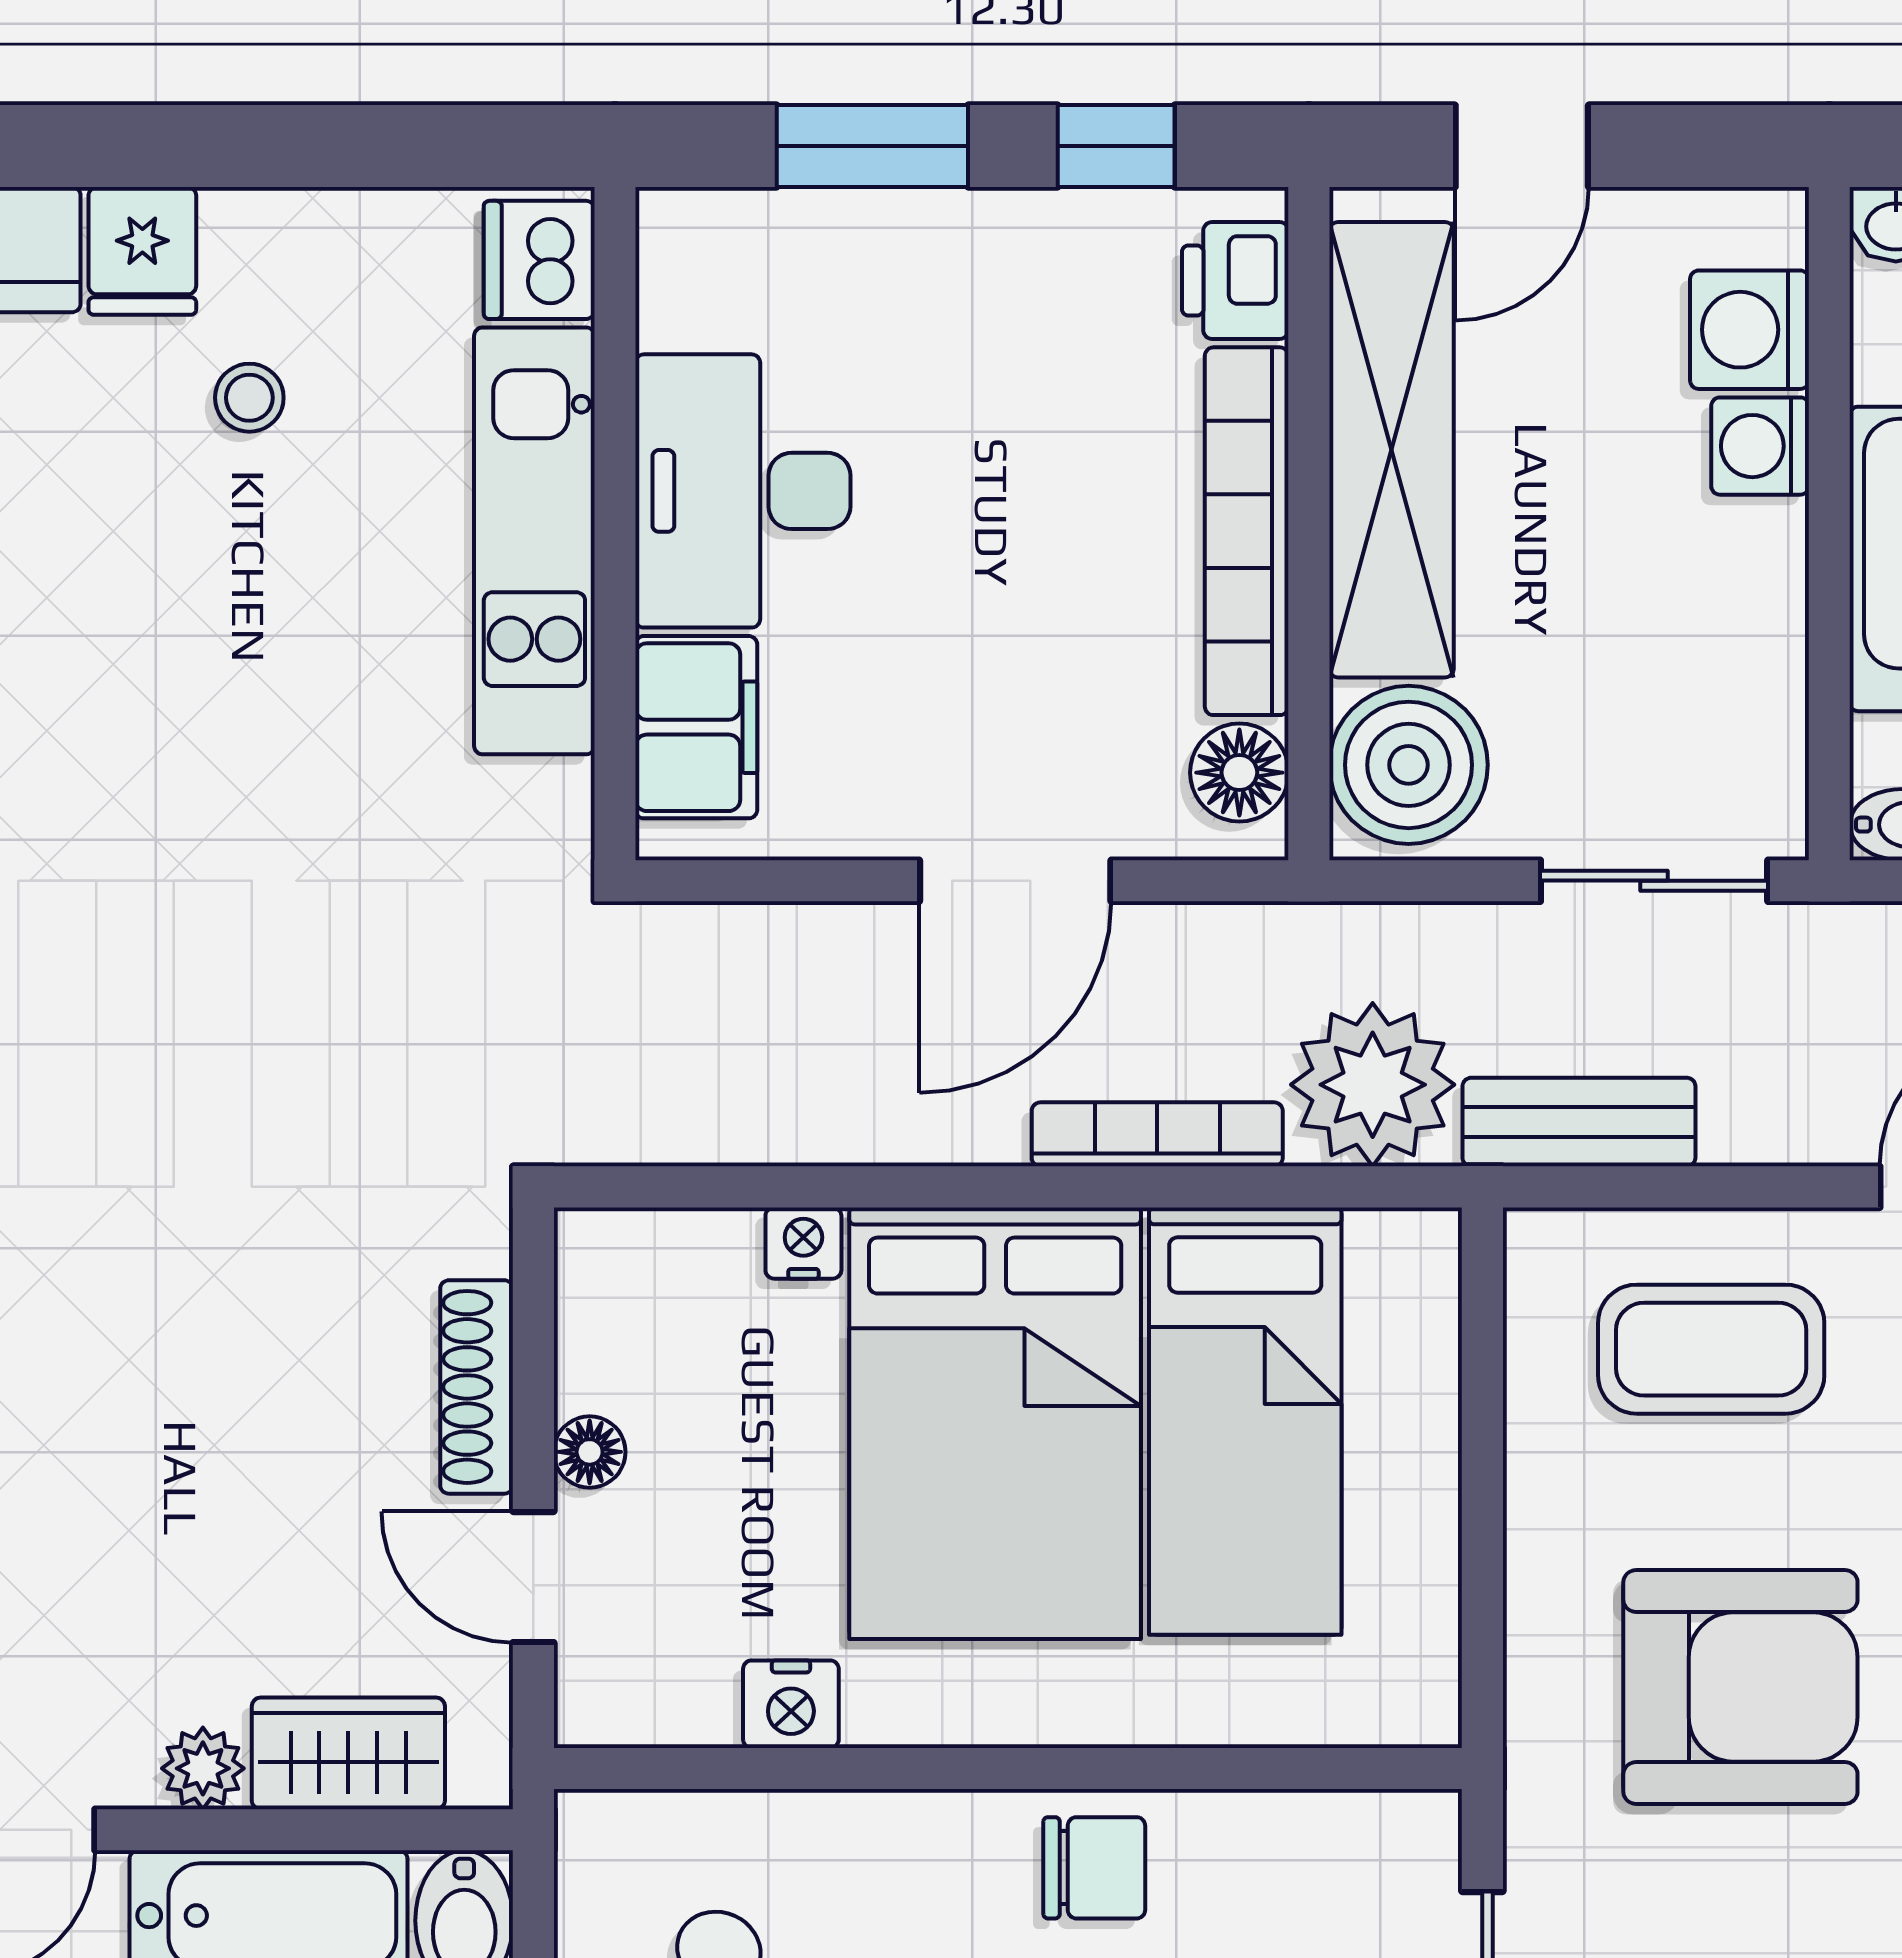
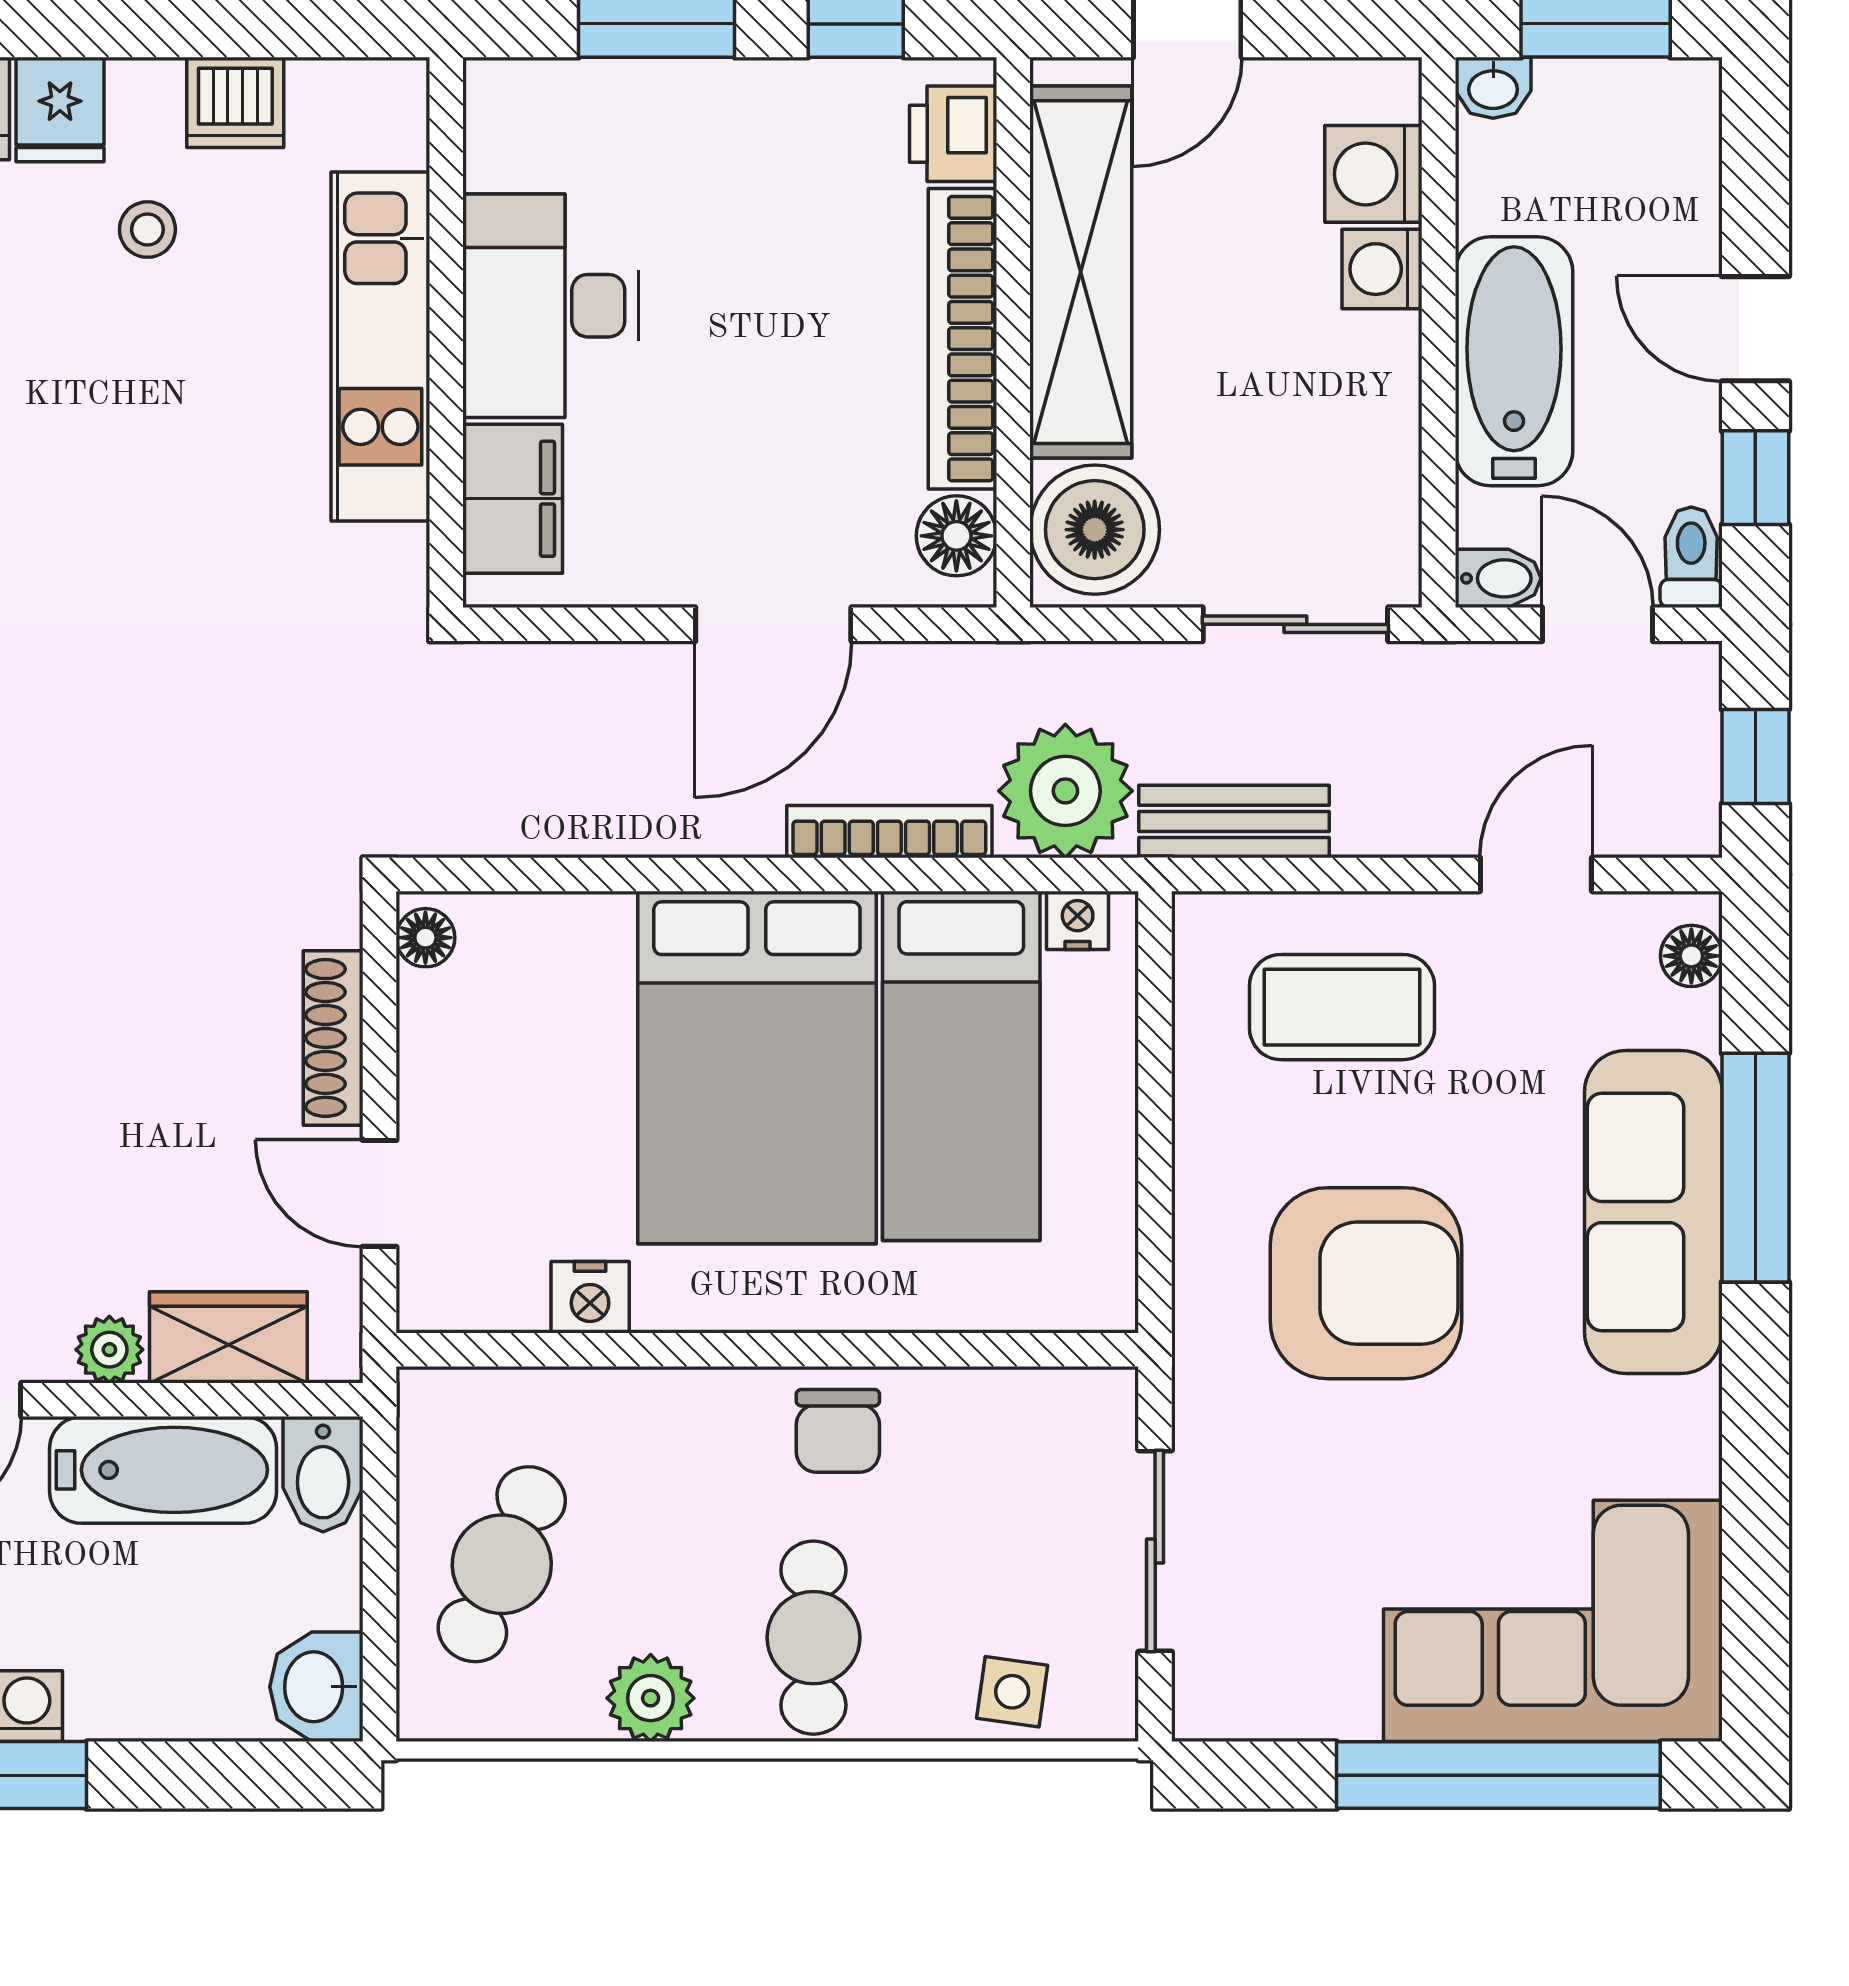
dishwasher: (539, 260) -> (235, 102), moved, turned -90
nightstand: (803, 1243) -> (1078, 920), moved
floor lamp: (590, 1452) -> (425, 938), moved
chair: (1094, 1868) -> (838, 1431), turned 90

